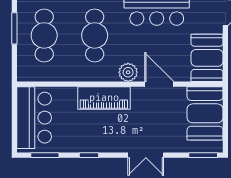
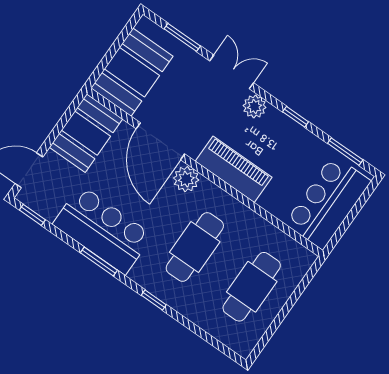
window: (14, 28) -> (280, 318), removed
door: (159, 84) -> (160, 141), width x1.36
plant: (118, 144) -> (255, 106), added
window: (203, 155) -> (182, 37), moved

